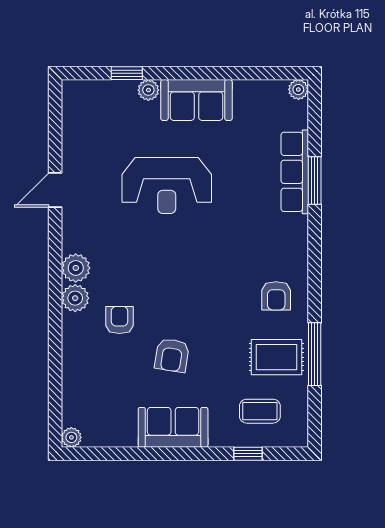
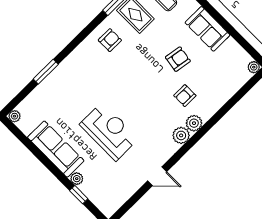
sofa: (196, 100) -> (56, 149), width x1.36
row of seats: (295, 172) -> (50, 84), removed

